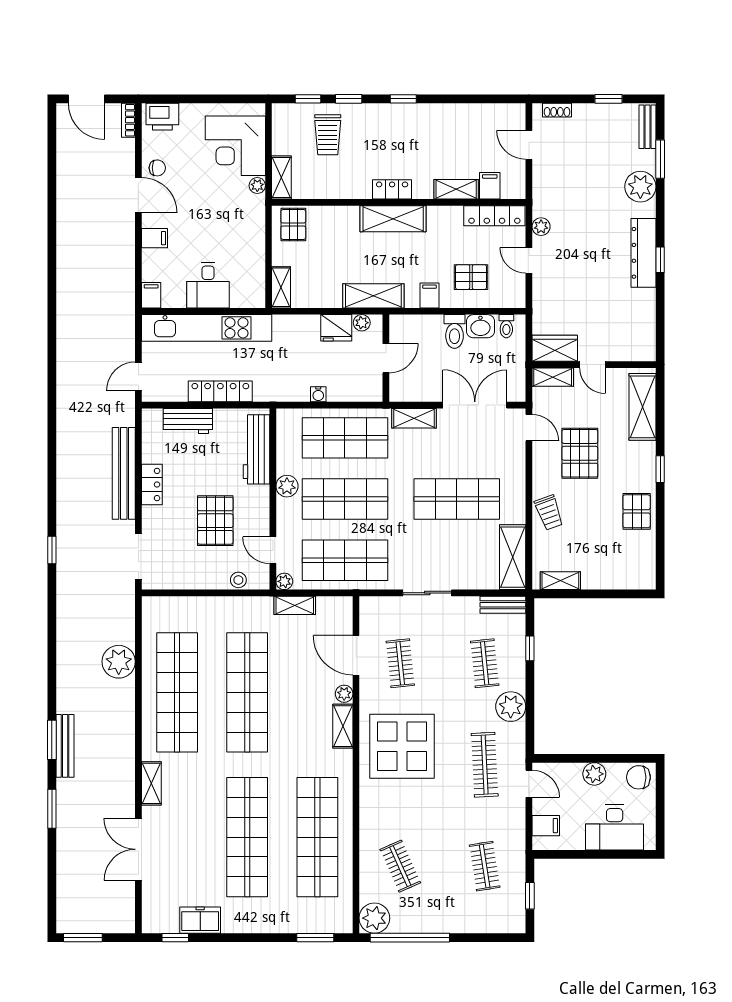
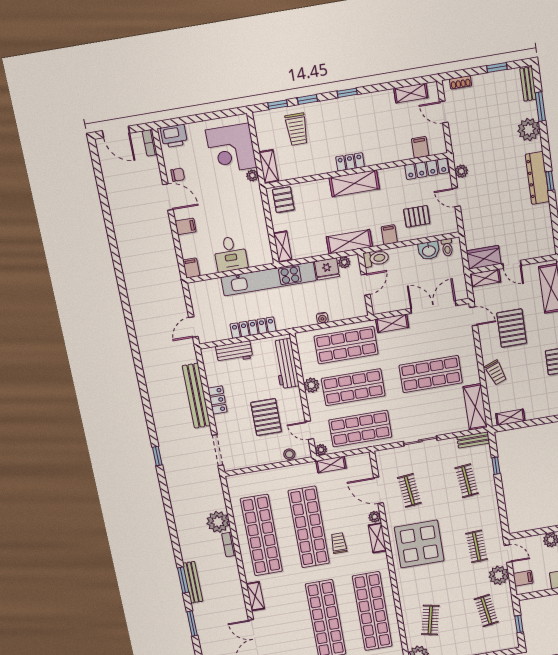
shelving: (456, 189) -> (411, 93), moved
kitchen unit: (207, 328) -> (269, 279), moved
toilet: (455, 331) -> (376, 258), moved, turned -90
bookcase: (128, 698) -> (229, 544), added
plant: (511, 707) -> (499, 575), moved
trolley: (286, 724) -> (339, 543), added
clothes rail: (485, 765) -> (477, 546), width x0.73
clothes rail: (400, 866) -> (430, 620), turned 36

